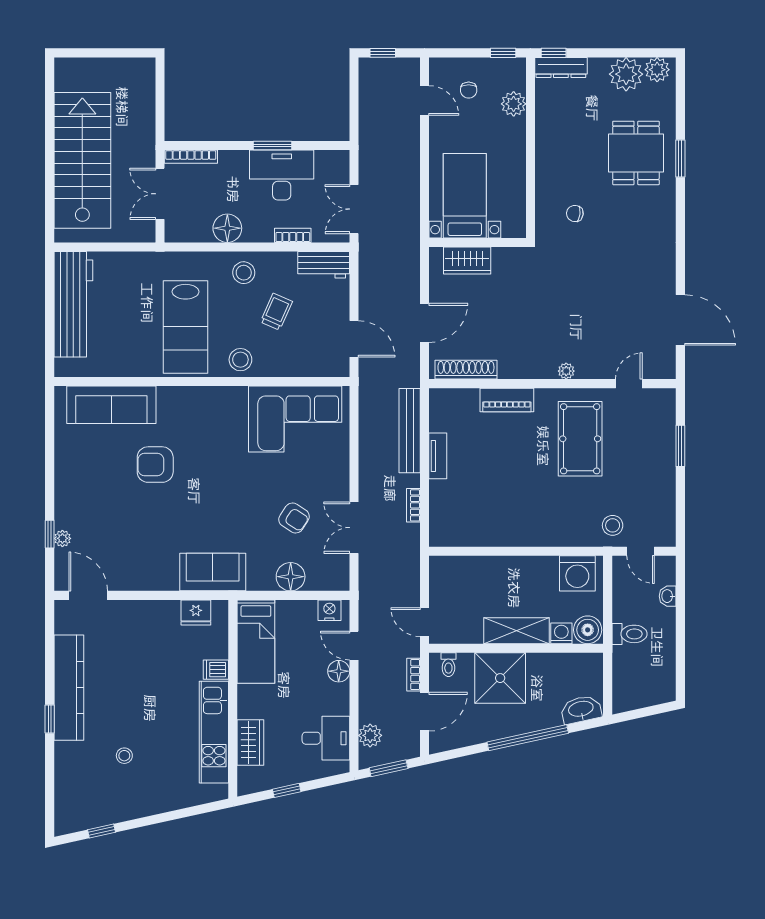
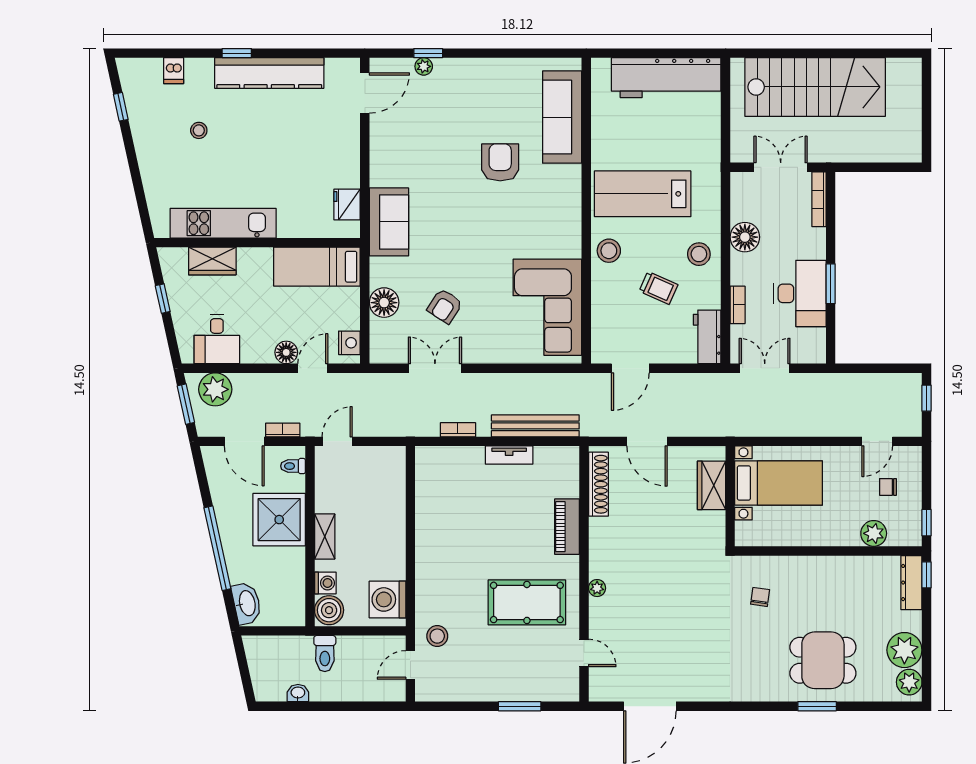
washbasin: (668, 596) -> (298, 693), moved
shelving: (516, 631) -> (325, 537), width x0.67, depth x0.75
dishwasher: (216, 670) -> (174, 71), moved, turned 180
plant: (370, 735) -> (215, 389), width x1.36, depth x1.36

